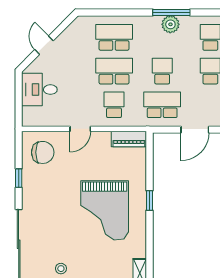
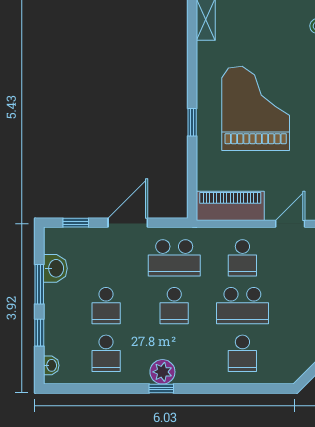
window: (171, 13) -> (161, 389), width x0.46
school desk: (114, 37) -> (242, 353), width x0.54
piano: (129, 139) -> (230, 206), width x1.37, depth x1.33

